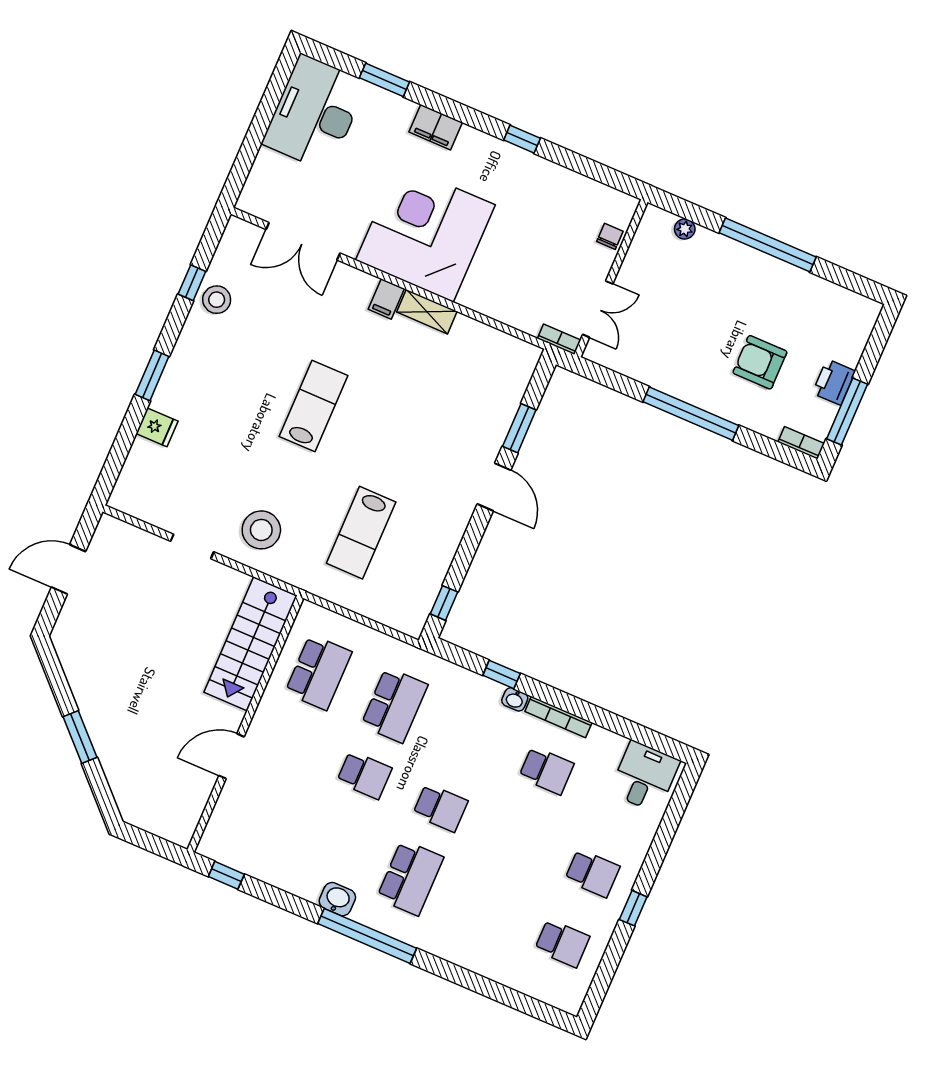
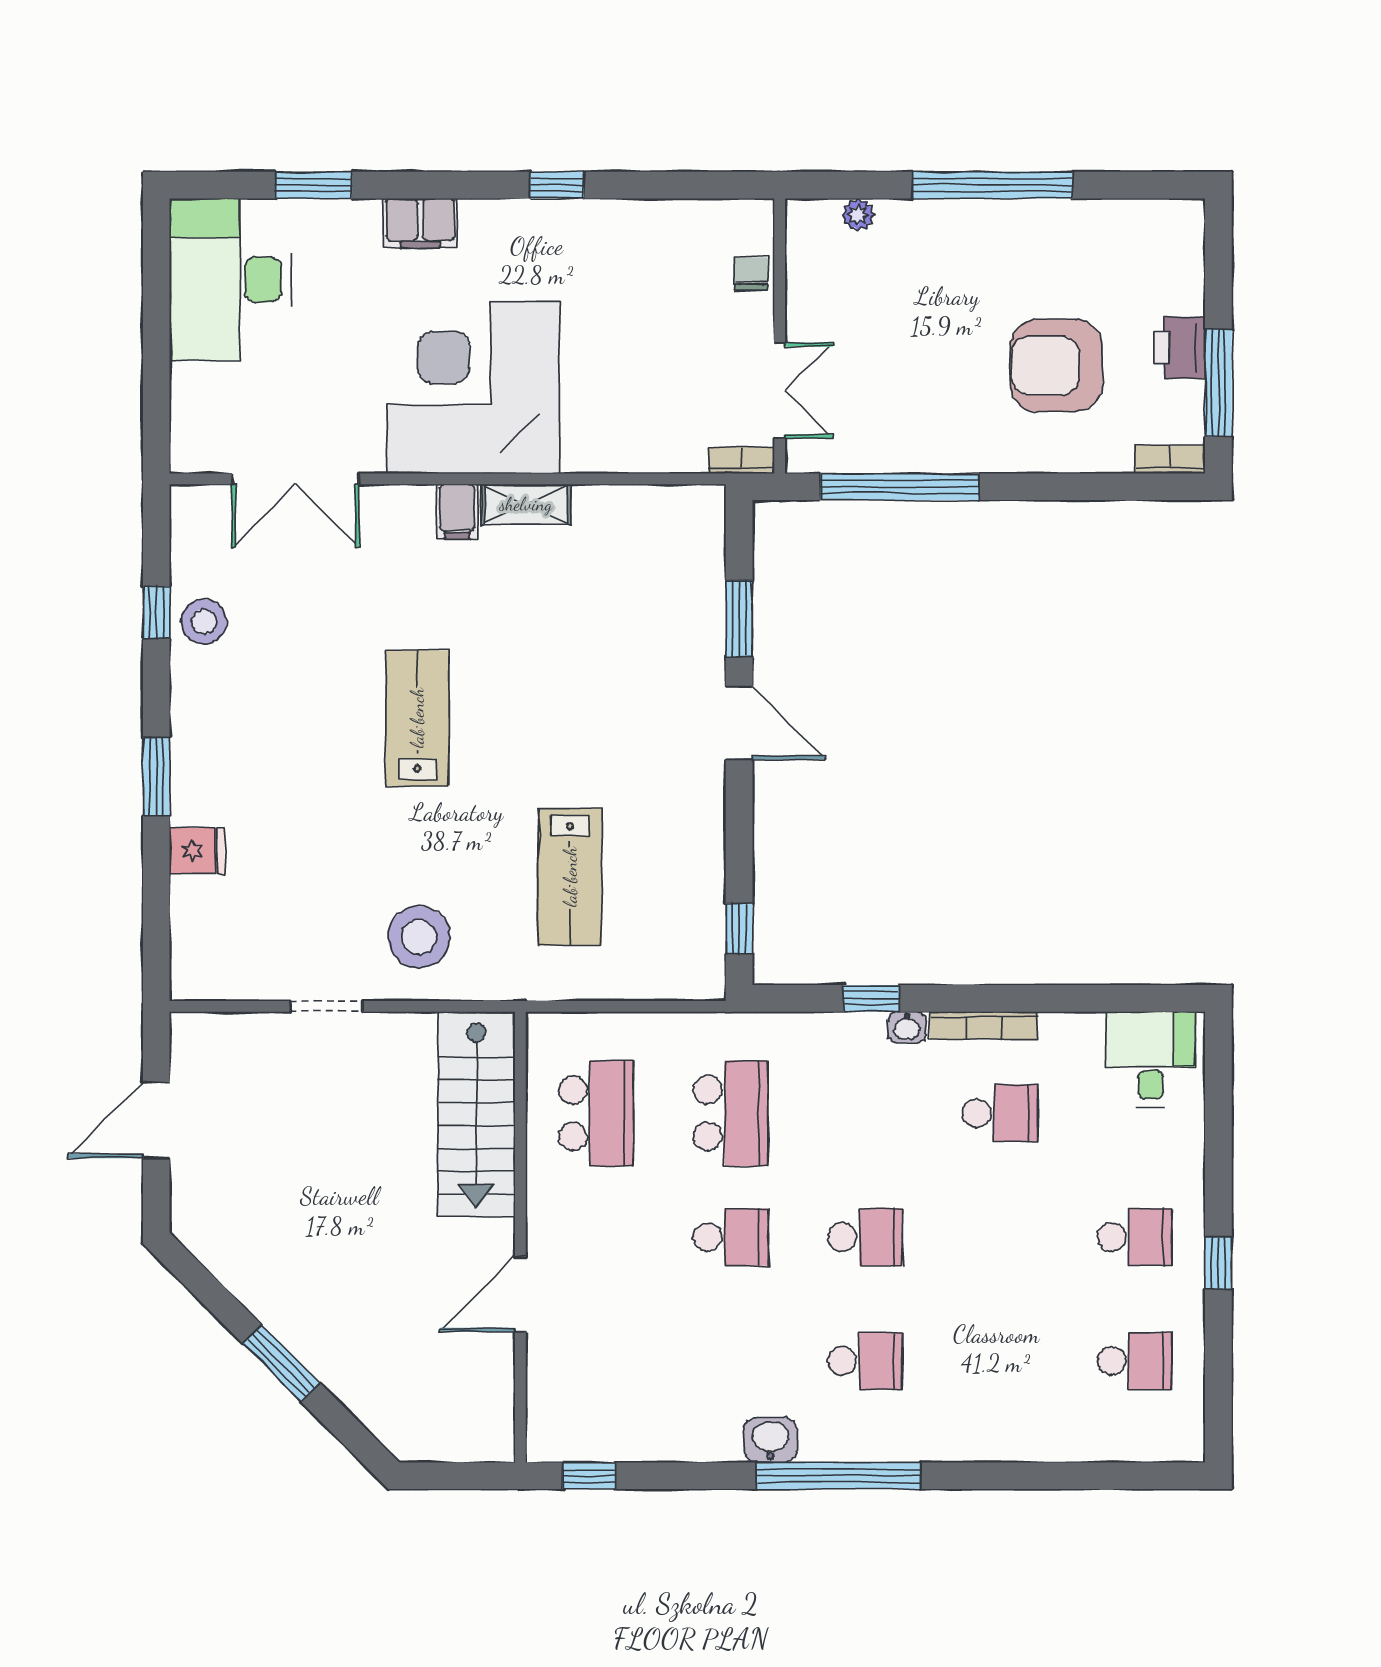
armchair: (760, 362) -> (1056, 365), width x1.36, depth x1.36
window: (691, 414) -> (900, 487), moved
school desk: (410, 878) -> (865, 1361), width x0.54

